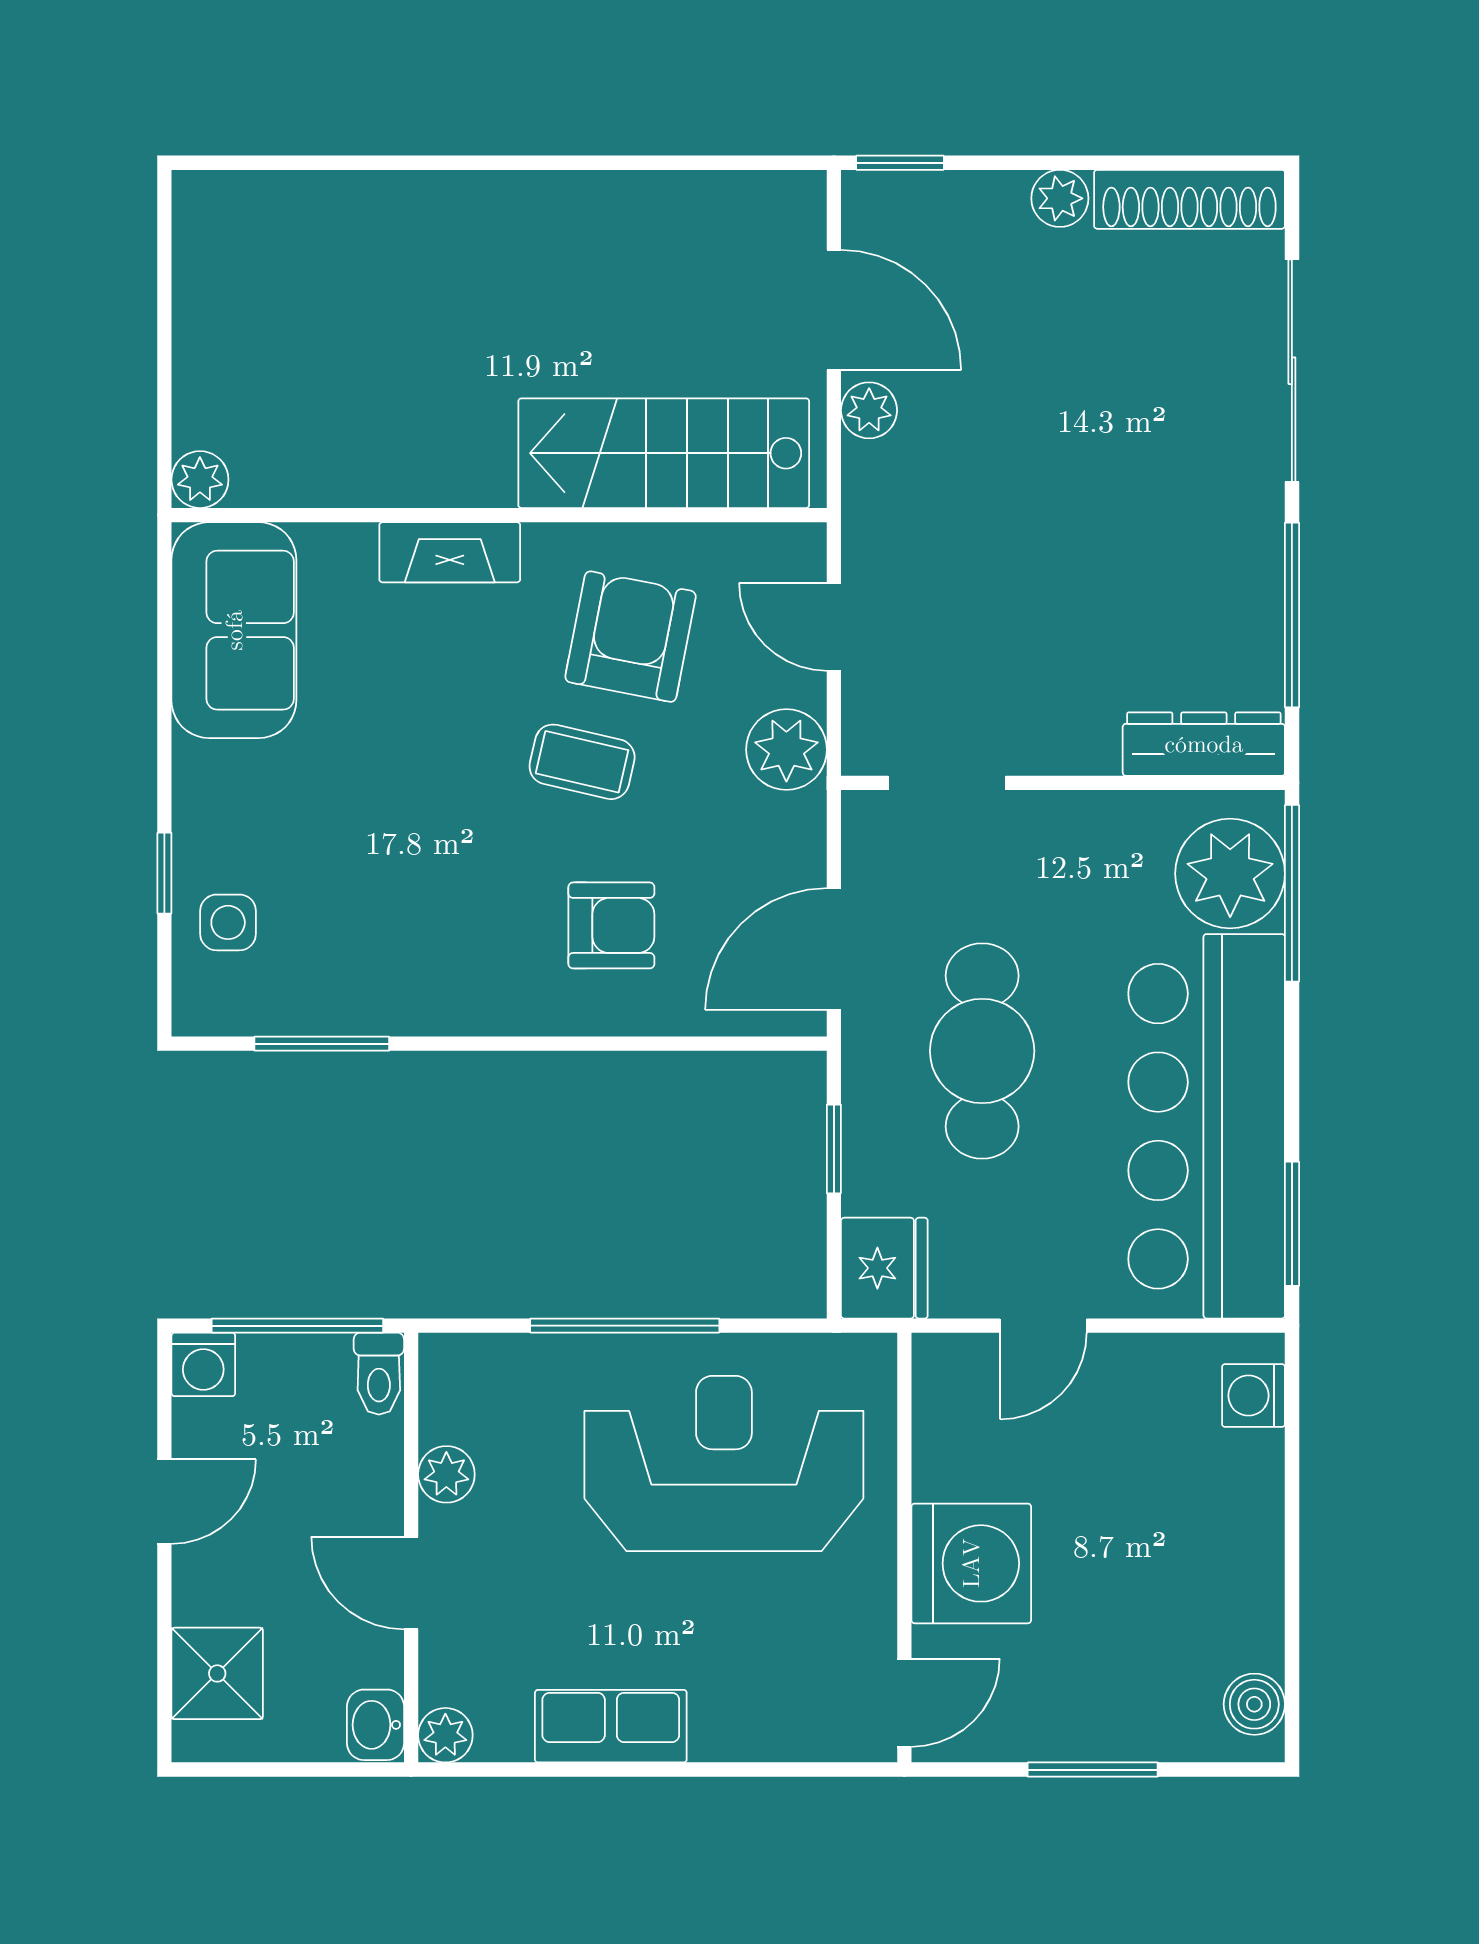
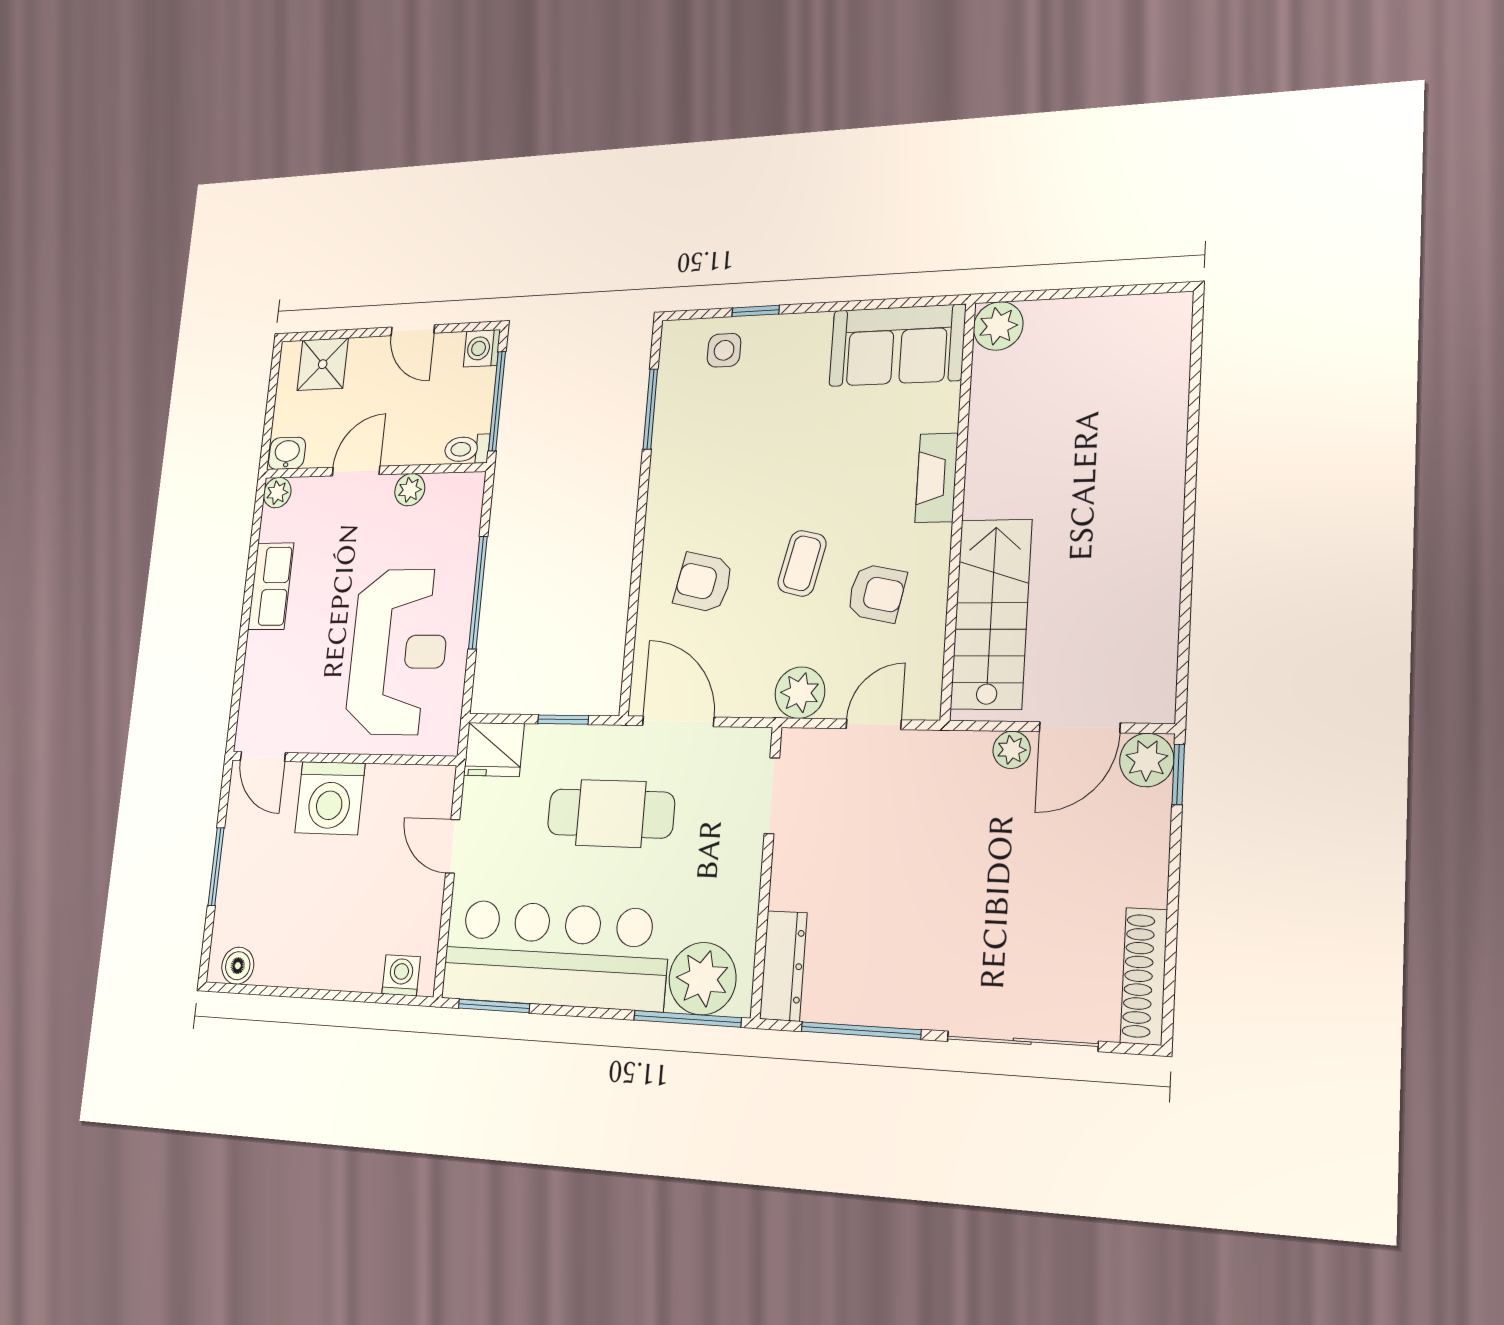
plant: (1060, 198) -> (1147, 760), moved, width x1.38, depth x1.38
plant: (200, 480) -> (998, 326), width x1.38, depth x1.38
armchair: (631, 637) -> (876, 593), width x0.72, depth x0.72
armchair: (611, 925) -> (703, 583), turned 102

